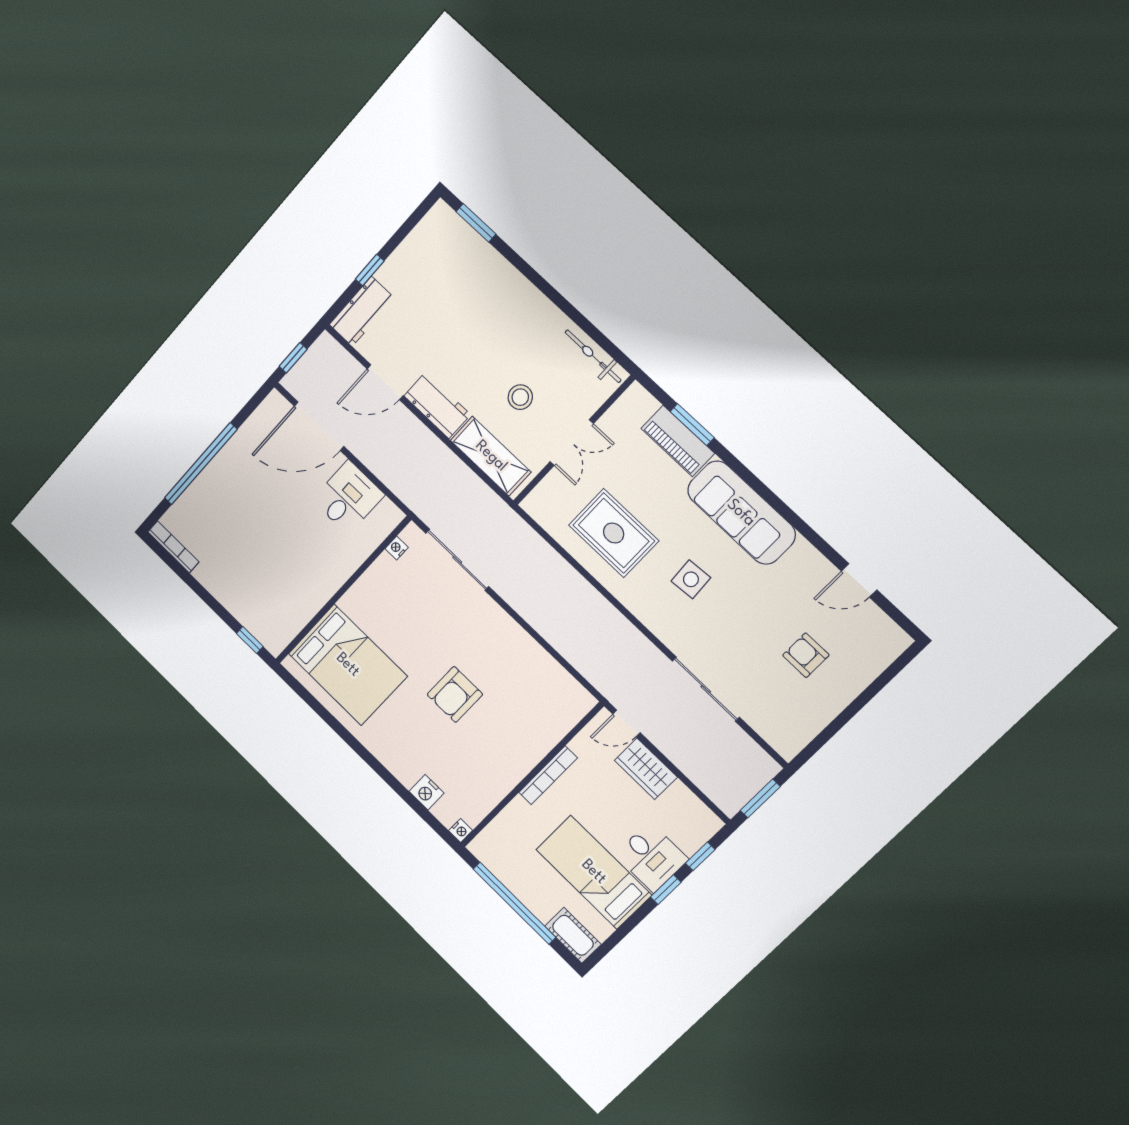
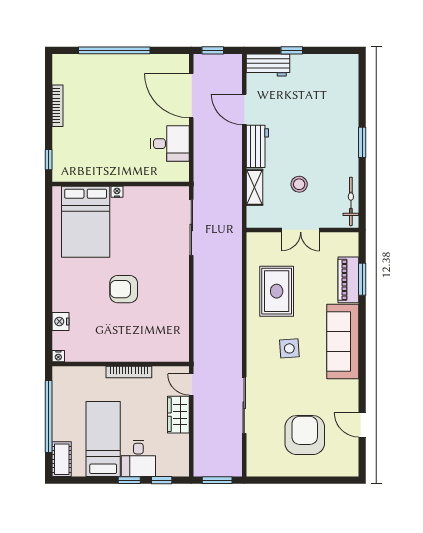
window: (476, 223) -> (362, 142), moved
shelving: (491, 456) -> (255, 187), width x0.67, depth x0.75
bookcase: (173, 547) -> (58, 106), moved
nightstand: (397, 548) -> (117, 192), moved
armchair: (806, 655) -> (305, 435), width x1.88, depth x1.88

